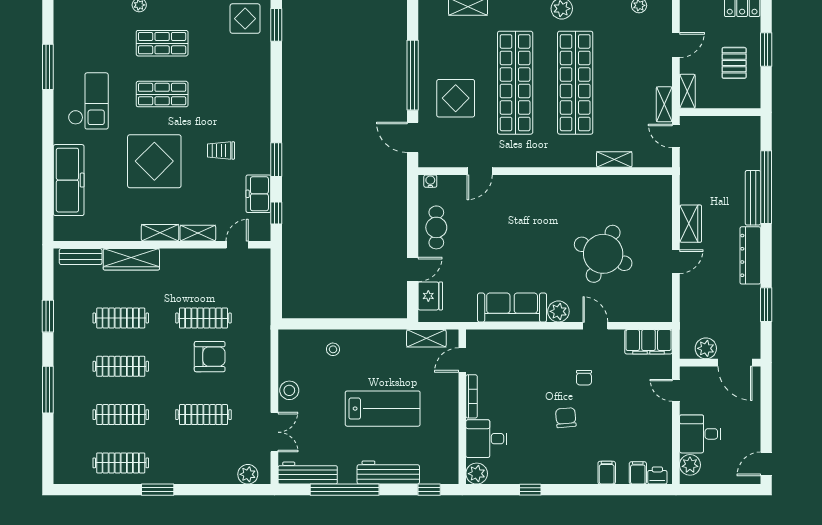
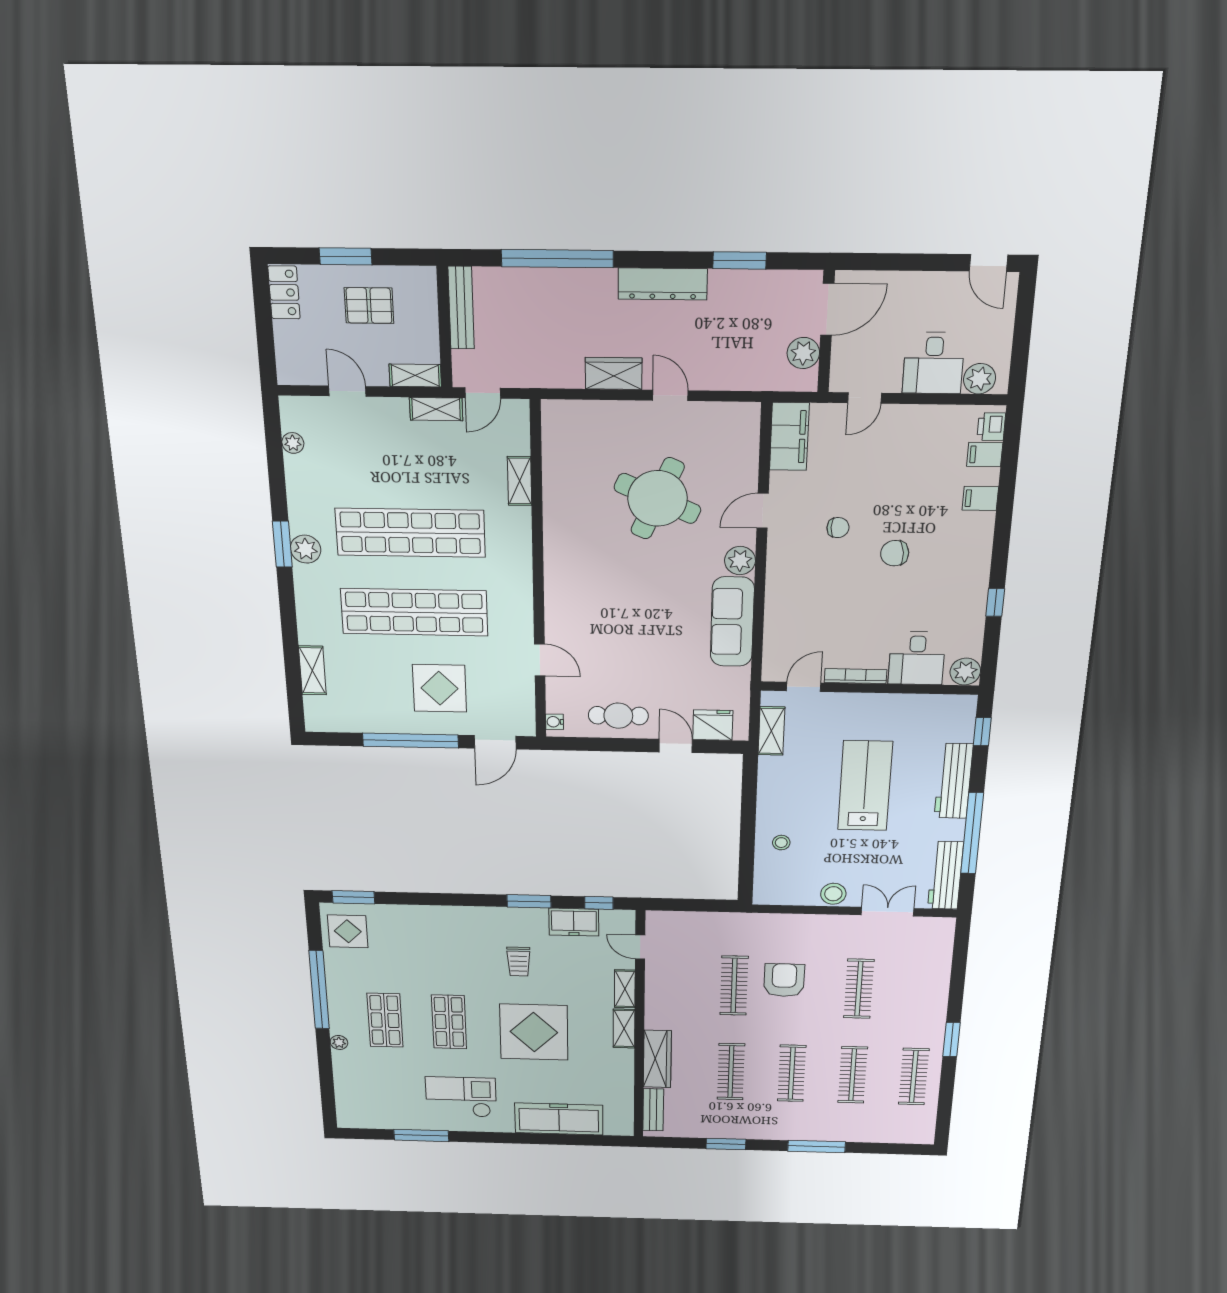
bench: (753, 198) -> (461, 308), moved, turned 90
door: (462, 360) -> (804, 687), swing flipped
plant: (248, 474) -> (941, 943), removed

